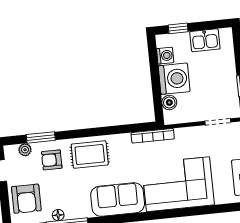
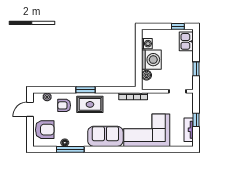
window: (178, 28) -> (178, 26), moved
kitchen sink: (205, 40) -> (186, 41), moved, turned 90
window: (41, 137) -> (85, 90), moved
armchair: (26, 199) -> (45, 130), turned -90

